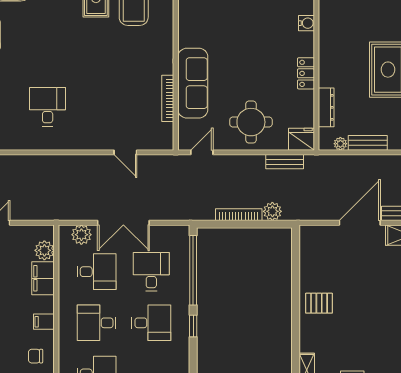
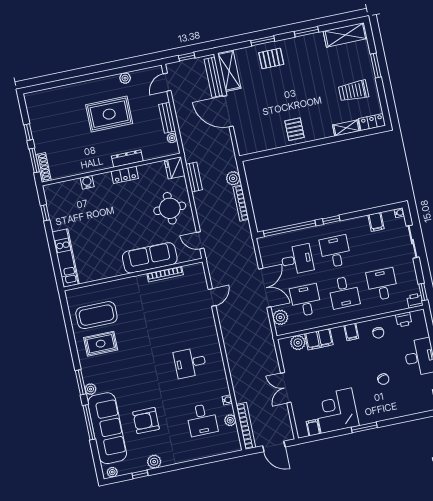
dresser: (326, 107) -> (127, 159), moved
desk: (151, 272) -> (297, 259), turned 180

